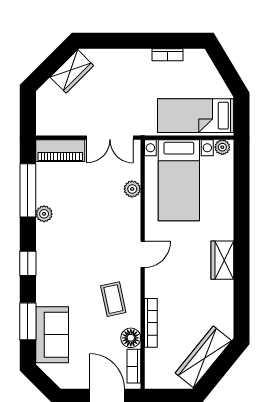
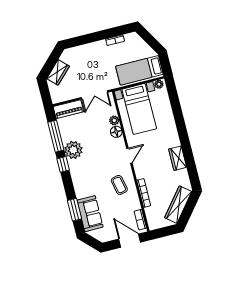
wardrobe: (72, 71) -> (58, 72), moved
plant: (44, 214) -> (73, 150), width x1.88, depth x1.88
wardrobe: (222, 260) -> (178, 158), moved
window: (28, 263) -> (63, 164), moved
floor lamp: (131, 338) -> (116, 132), moved

